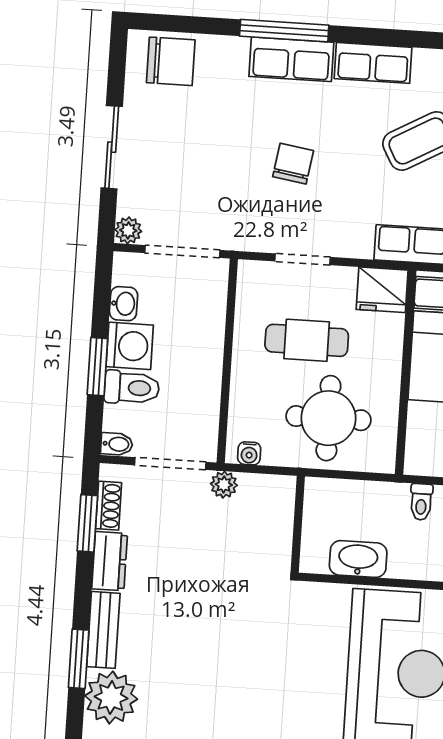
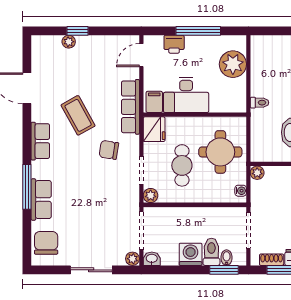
row of seats: (291, 59) -> (41, 200), moved
chair: (293, 164) -> (109, 150), moved
plant: (251, 274) -> (151, 195), added
washbasin: (124, 304) -> (152, 259), moved
window: (97, 367) -> (224, 270), moved
bidet: (117, 444) -> (227, 258), moved
plant: (224, 485) -> (257, 173), moved

